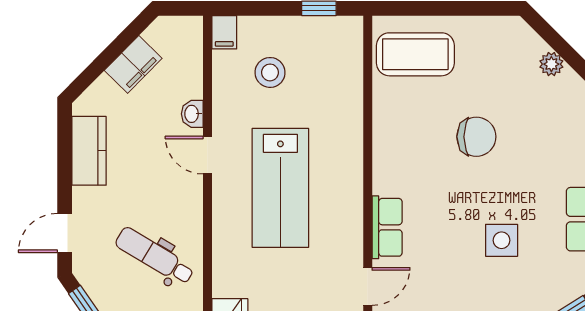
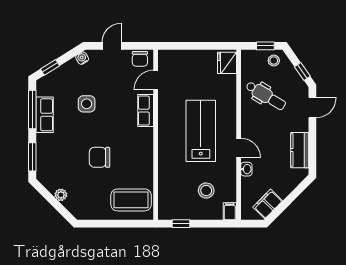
filing cabinet: (133, 64) -> (268, 204), moved

